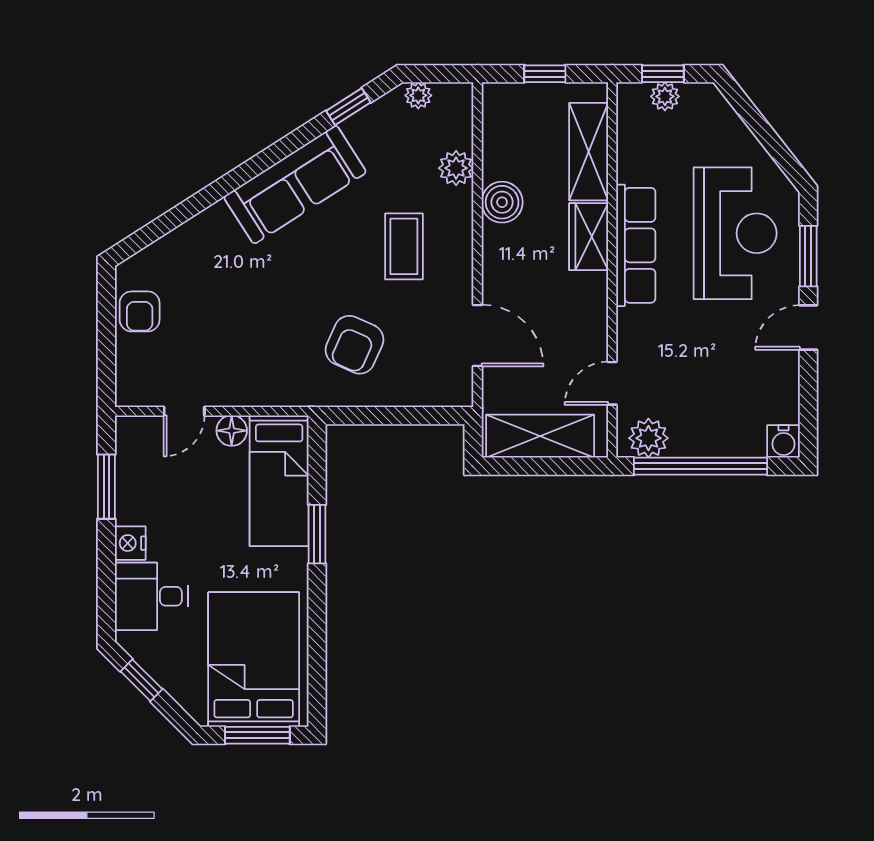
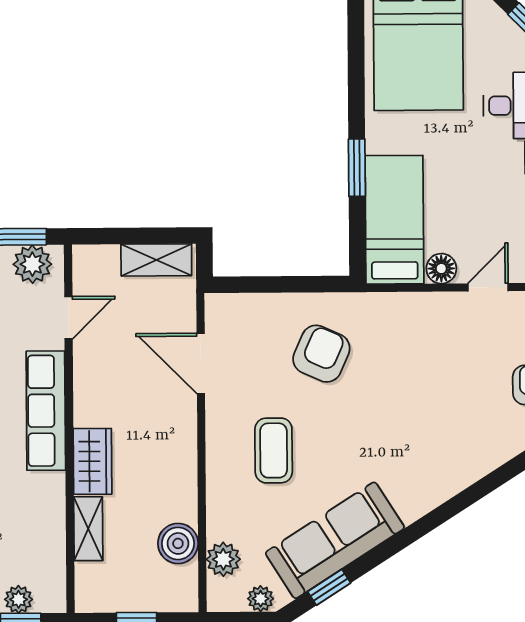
shelving: (589, 152) -> (88, 529), width x0.67, depth x0.75
plant: (456, 168) -> (223, 559), moved
sofa: (295, 185) -> (335, 540), moved
boiler: (502, 202) -> (178, 543), moved
row of seats: (636, 245) -> (46, 411), moved
shelving: (540, 436) -> (156, 260), width x0.67, depth x0.75

